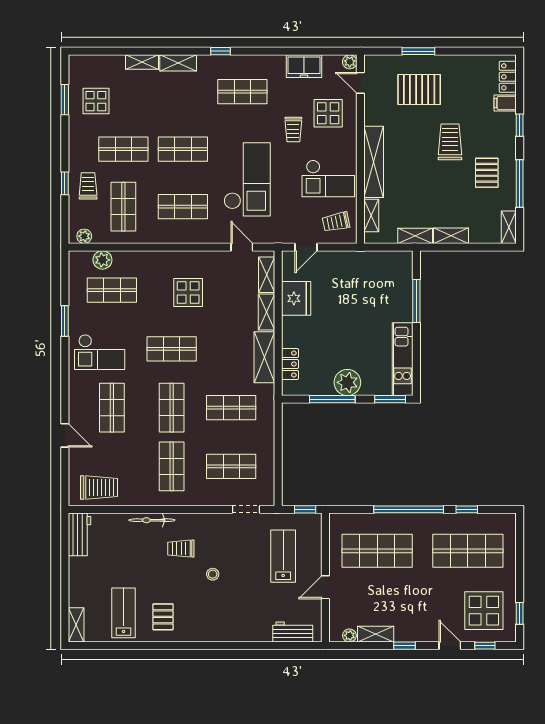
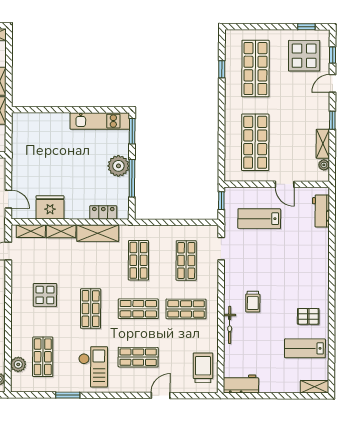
window: (416, 301) -> (53, 110), removed
window: (409, 509) -> (222, 117), removed
stool: (213, 574) -> (274, 276), removed

